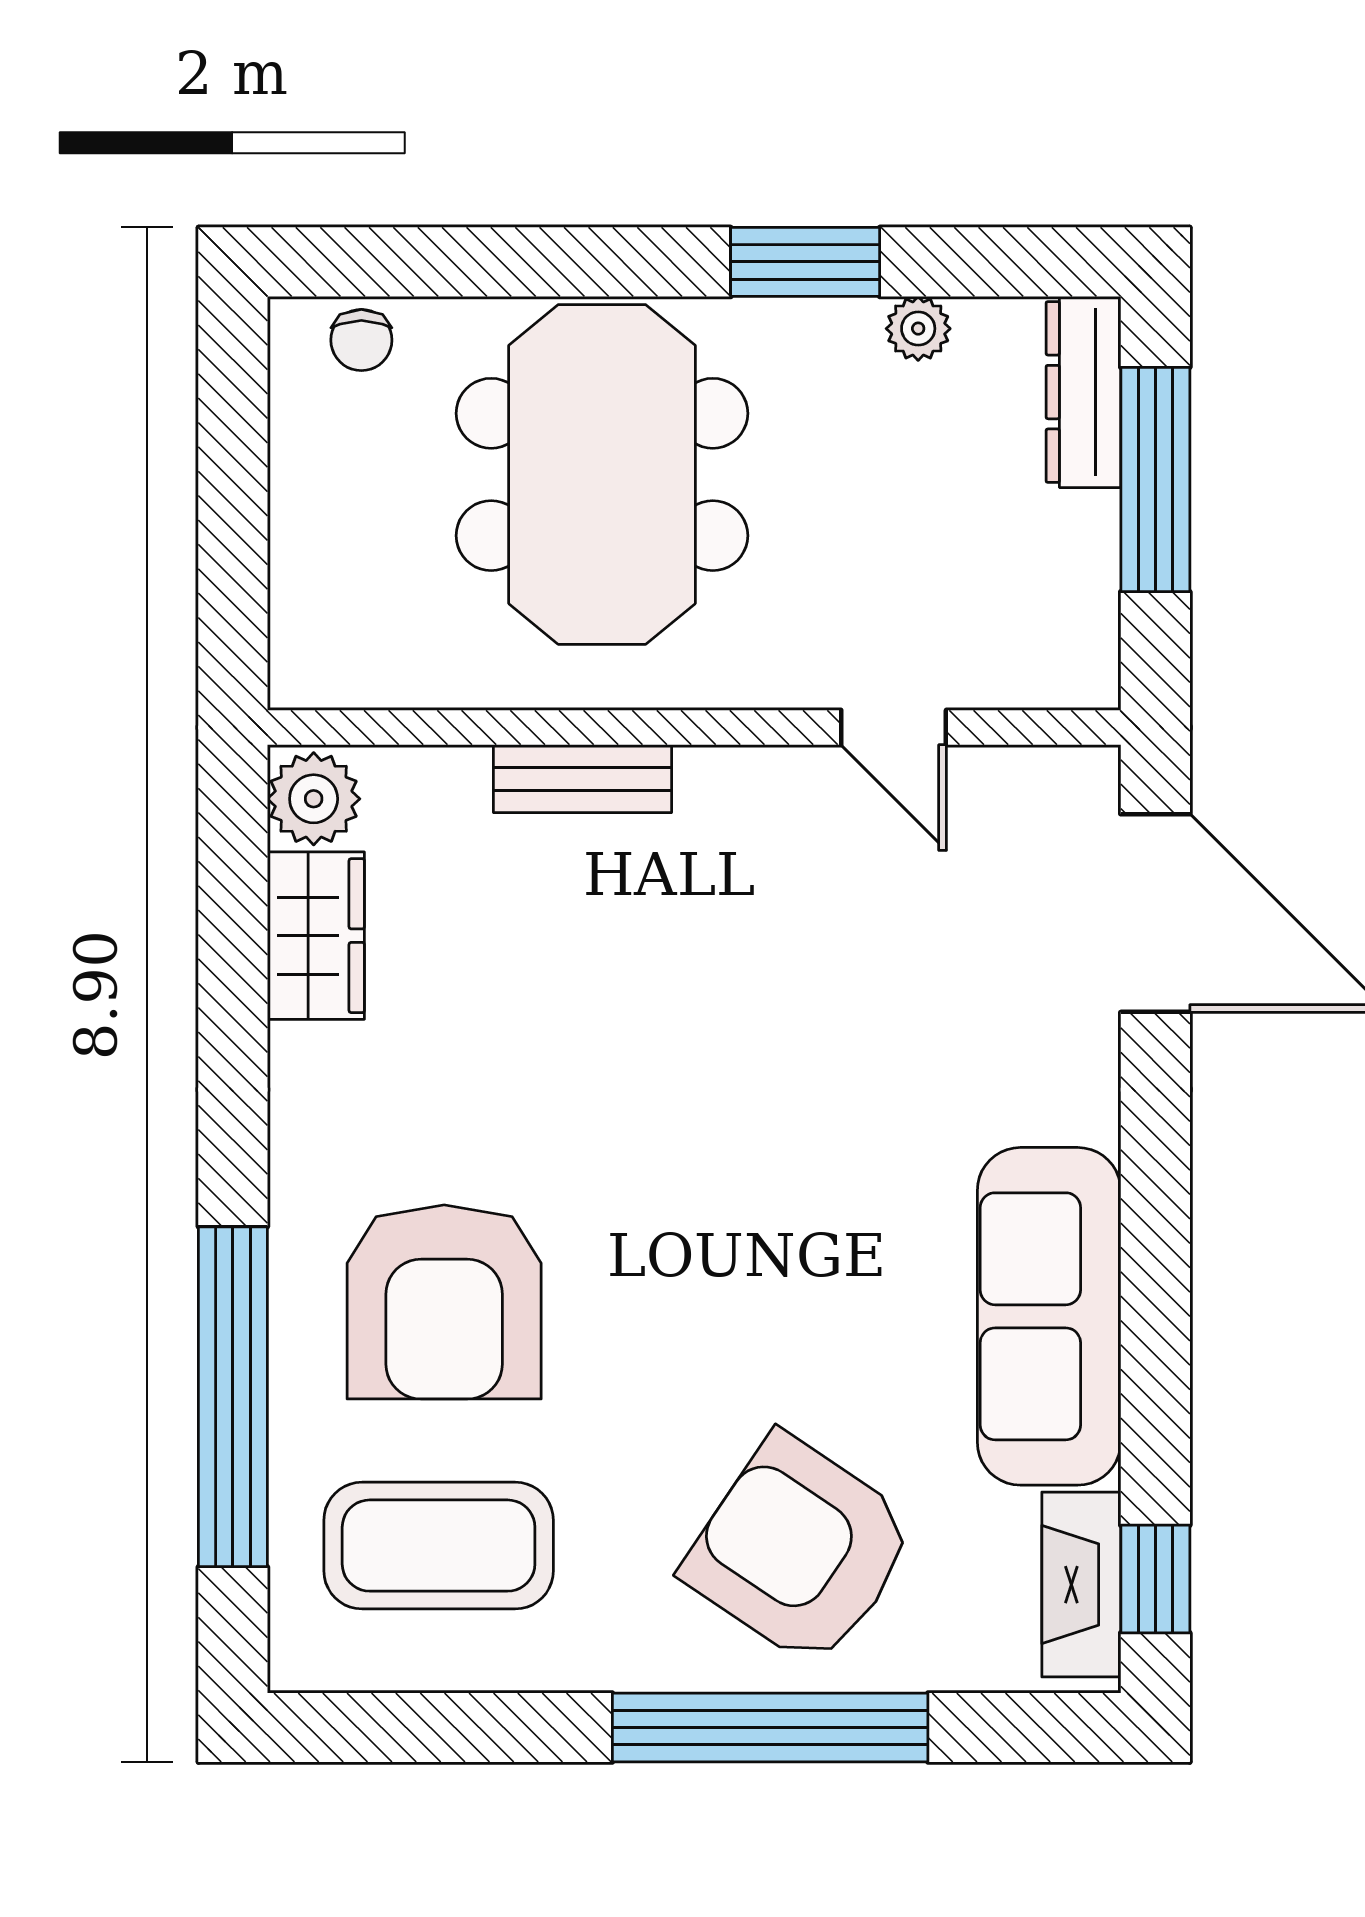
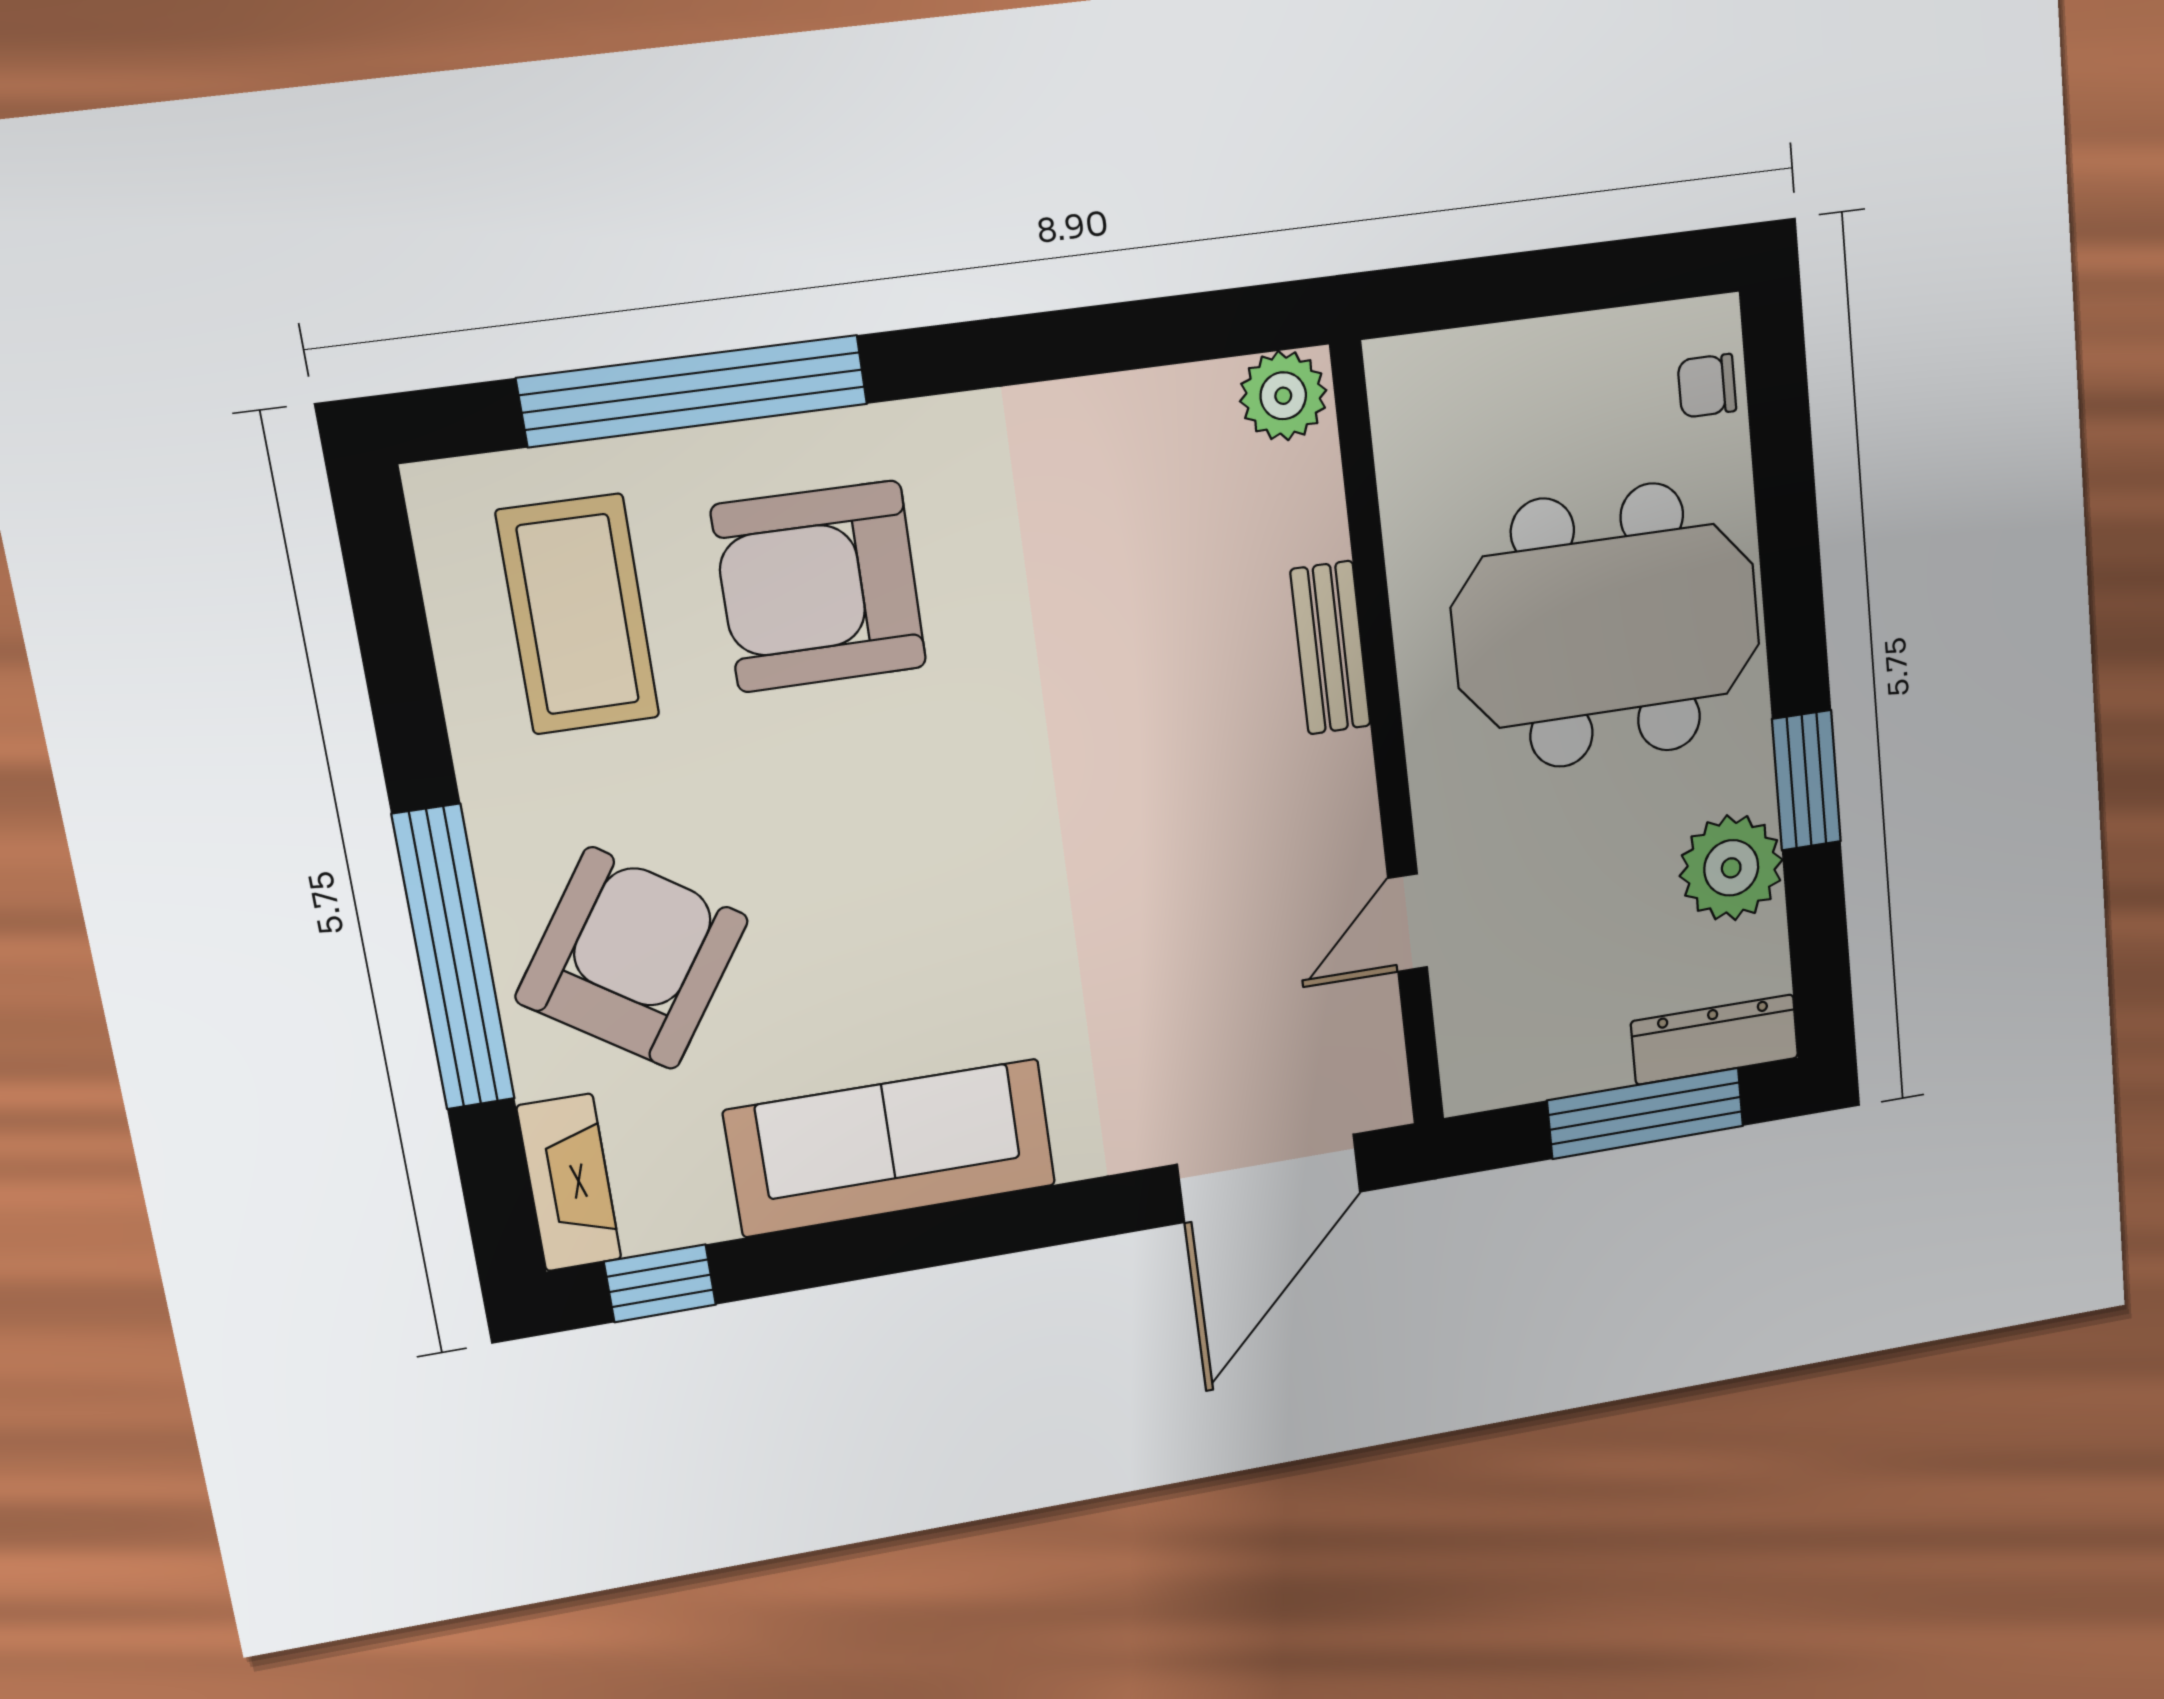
plant: (918, 329) -> (1731, 868), width x1.88, depth x1.88
wardrobe: (316, 936) -> (1154, 415), removed
fireplace: (1081, 1585) -> (569, 1183), moved, turned 90

